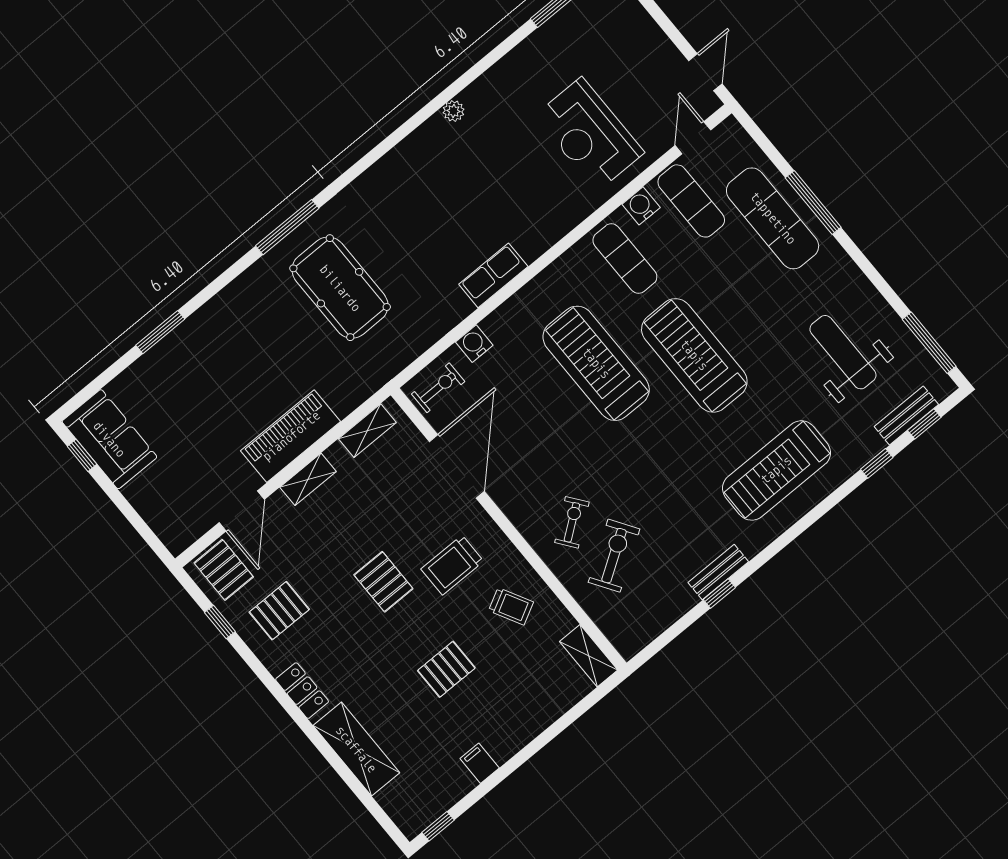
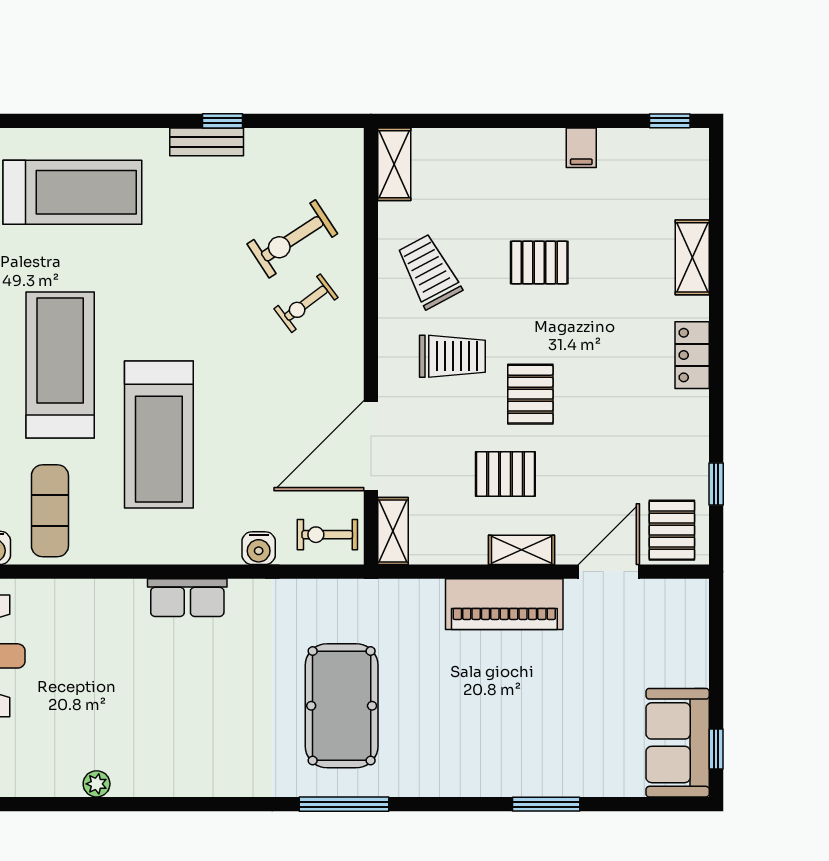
treadmill: (694, 355) -> (60, 365), turned 180
shelving: (367, 431) -> (393, 531), moved, turned 90
trolley: (511, 606) -> (429, 271), width x1.36, depth x1.39
pallet: (279, 611) -> (505, 474), moved
shelving: (356, 749) -> (692, 257), width x0.67, depth x0.75

